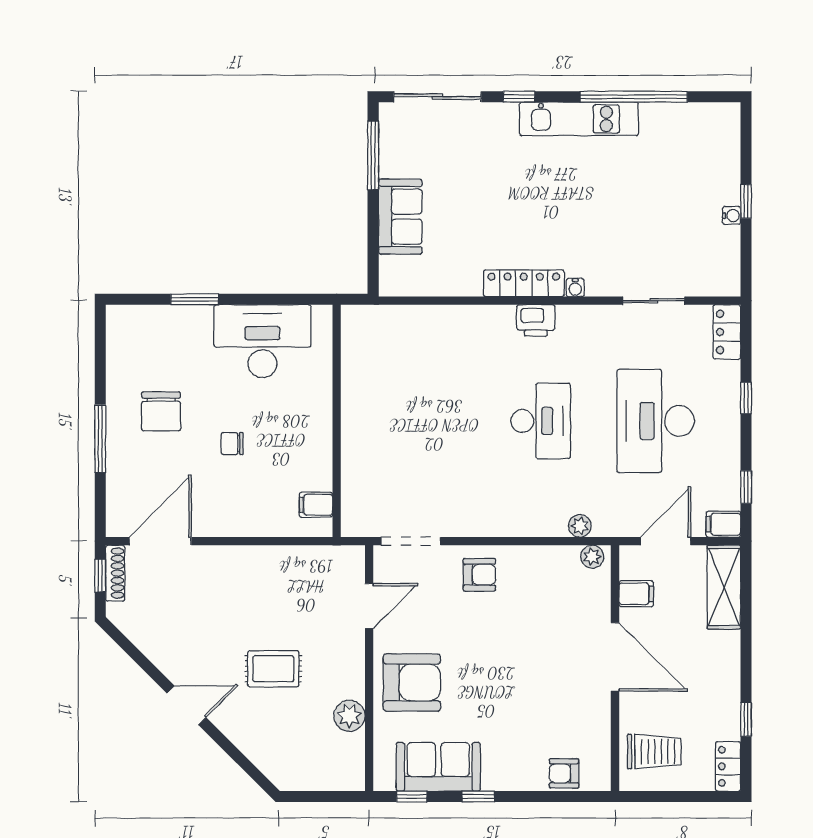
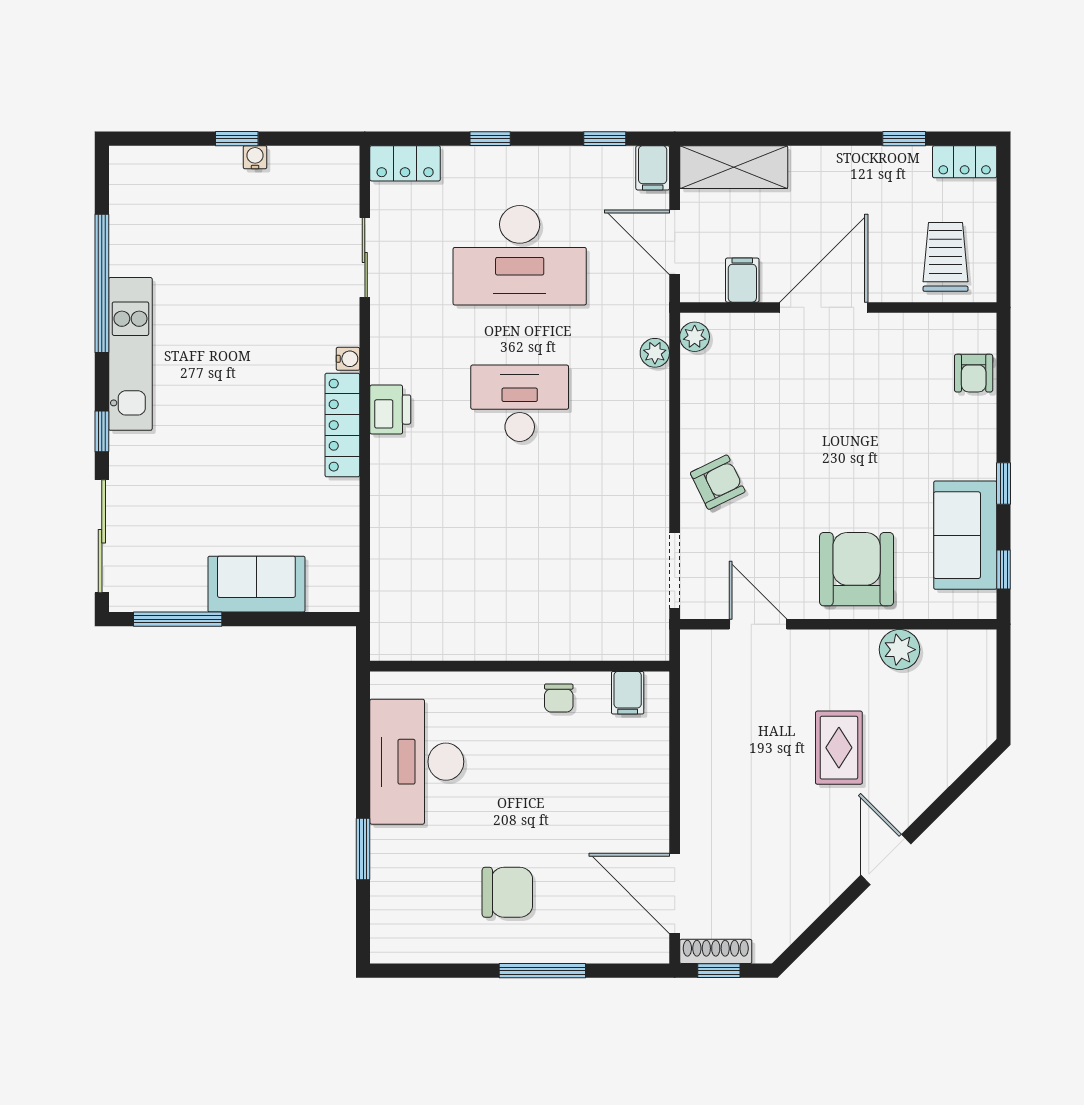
chair: (232, 444) -> (559, 698), moved
armchair: (479, 575) -> (718, 482), turned 64

